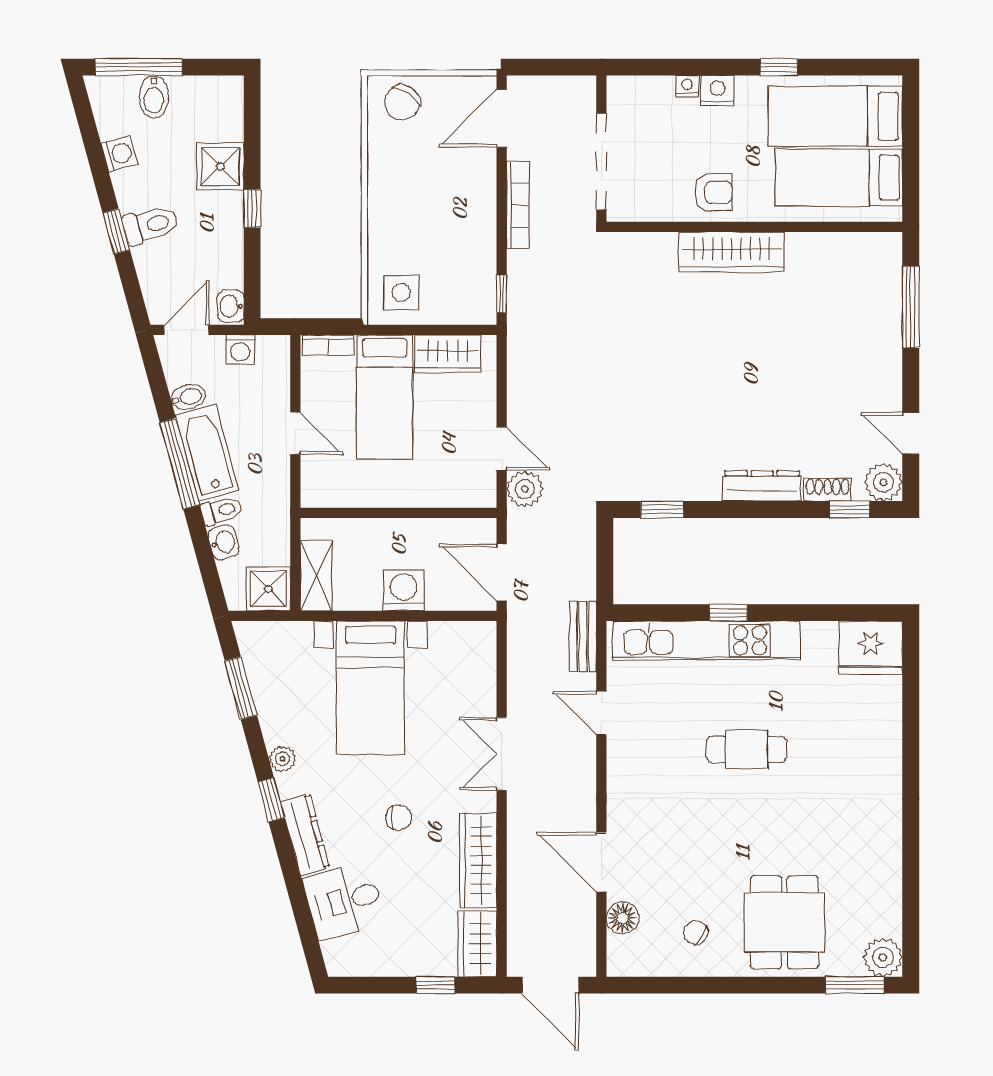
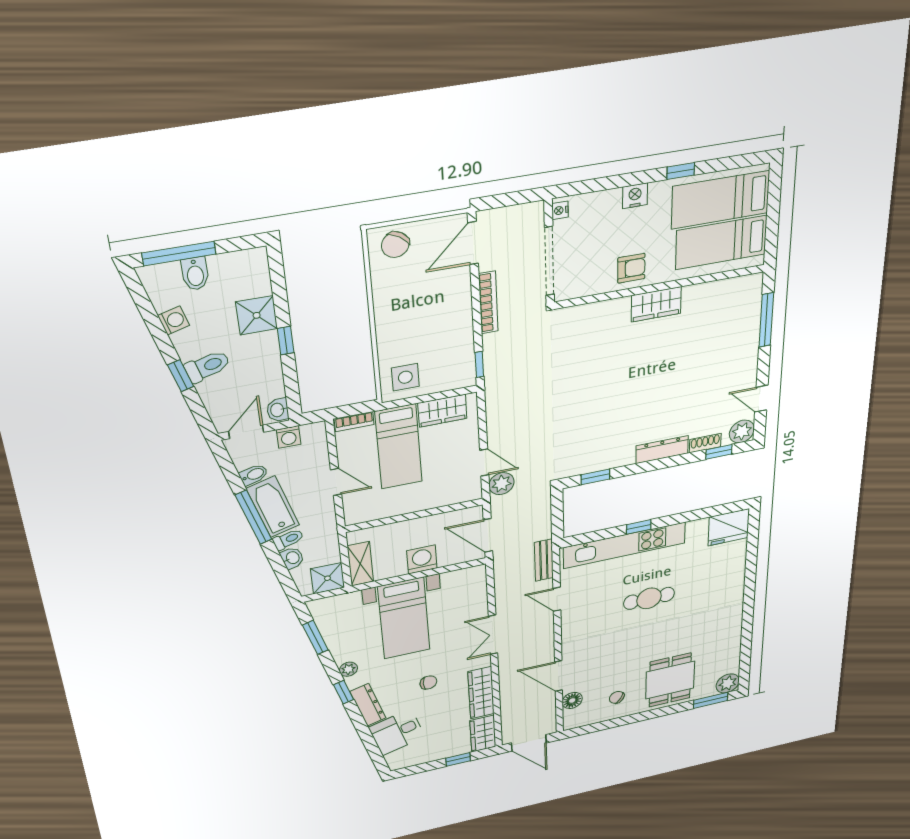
nightstand: (687, 86) -> (560, 210), moved, turned -90
wardrobe: (731, 252) -> (656, 304), width x0.67

